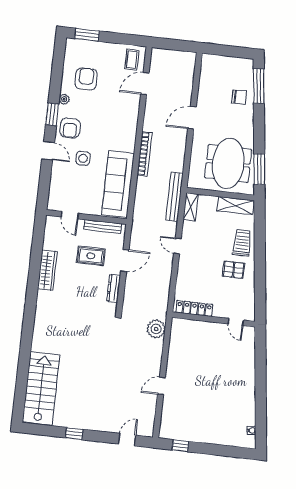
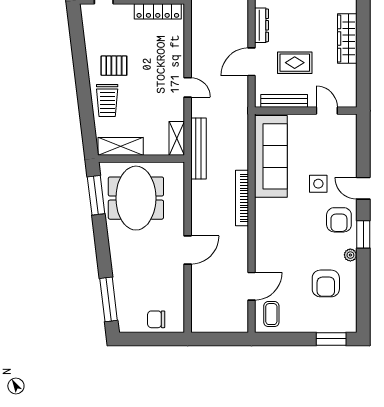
chair: (239, 97) -> (156, 319), moved
armchair: (70, 128) -> (339, 220), turned 180

